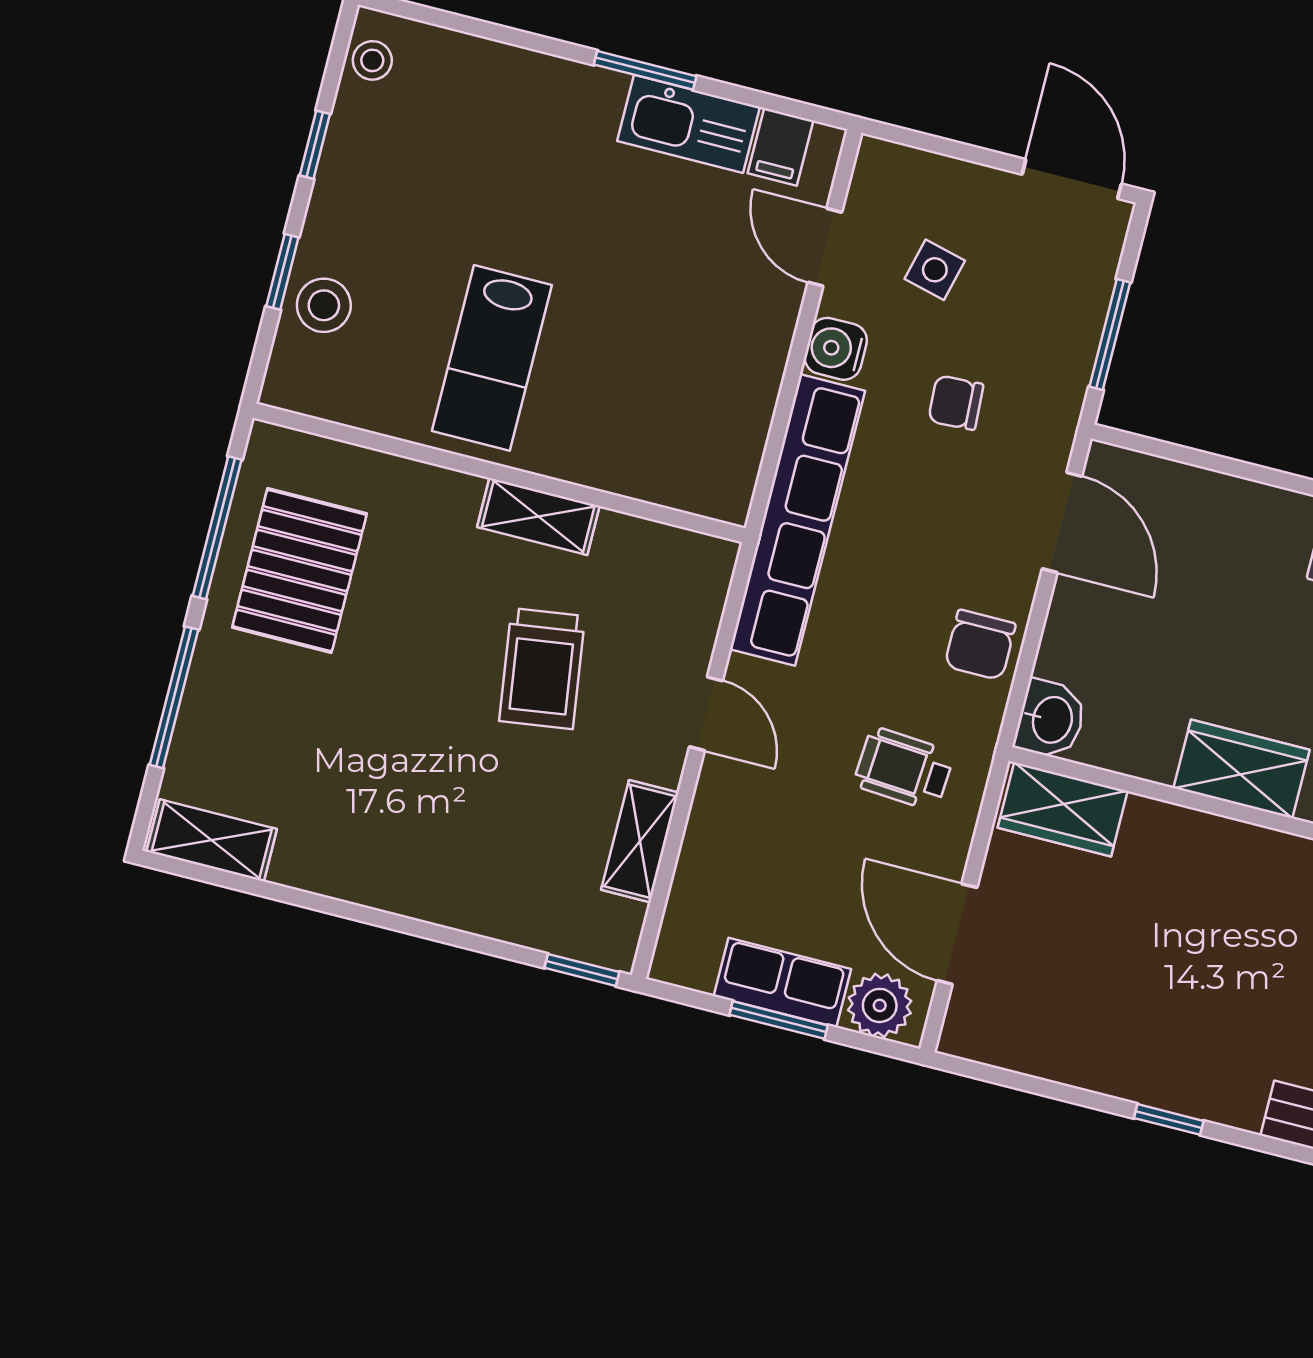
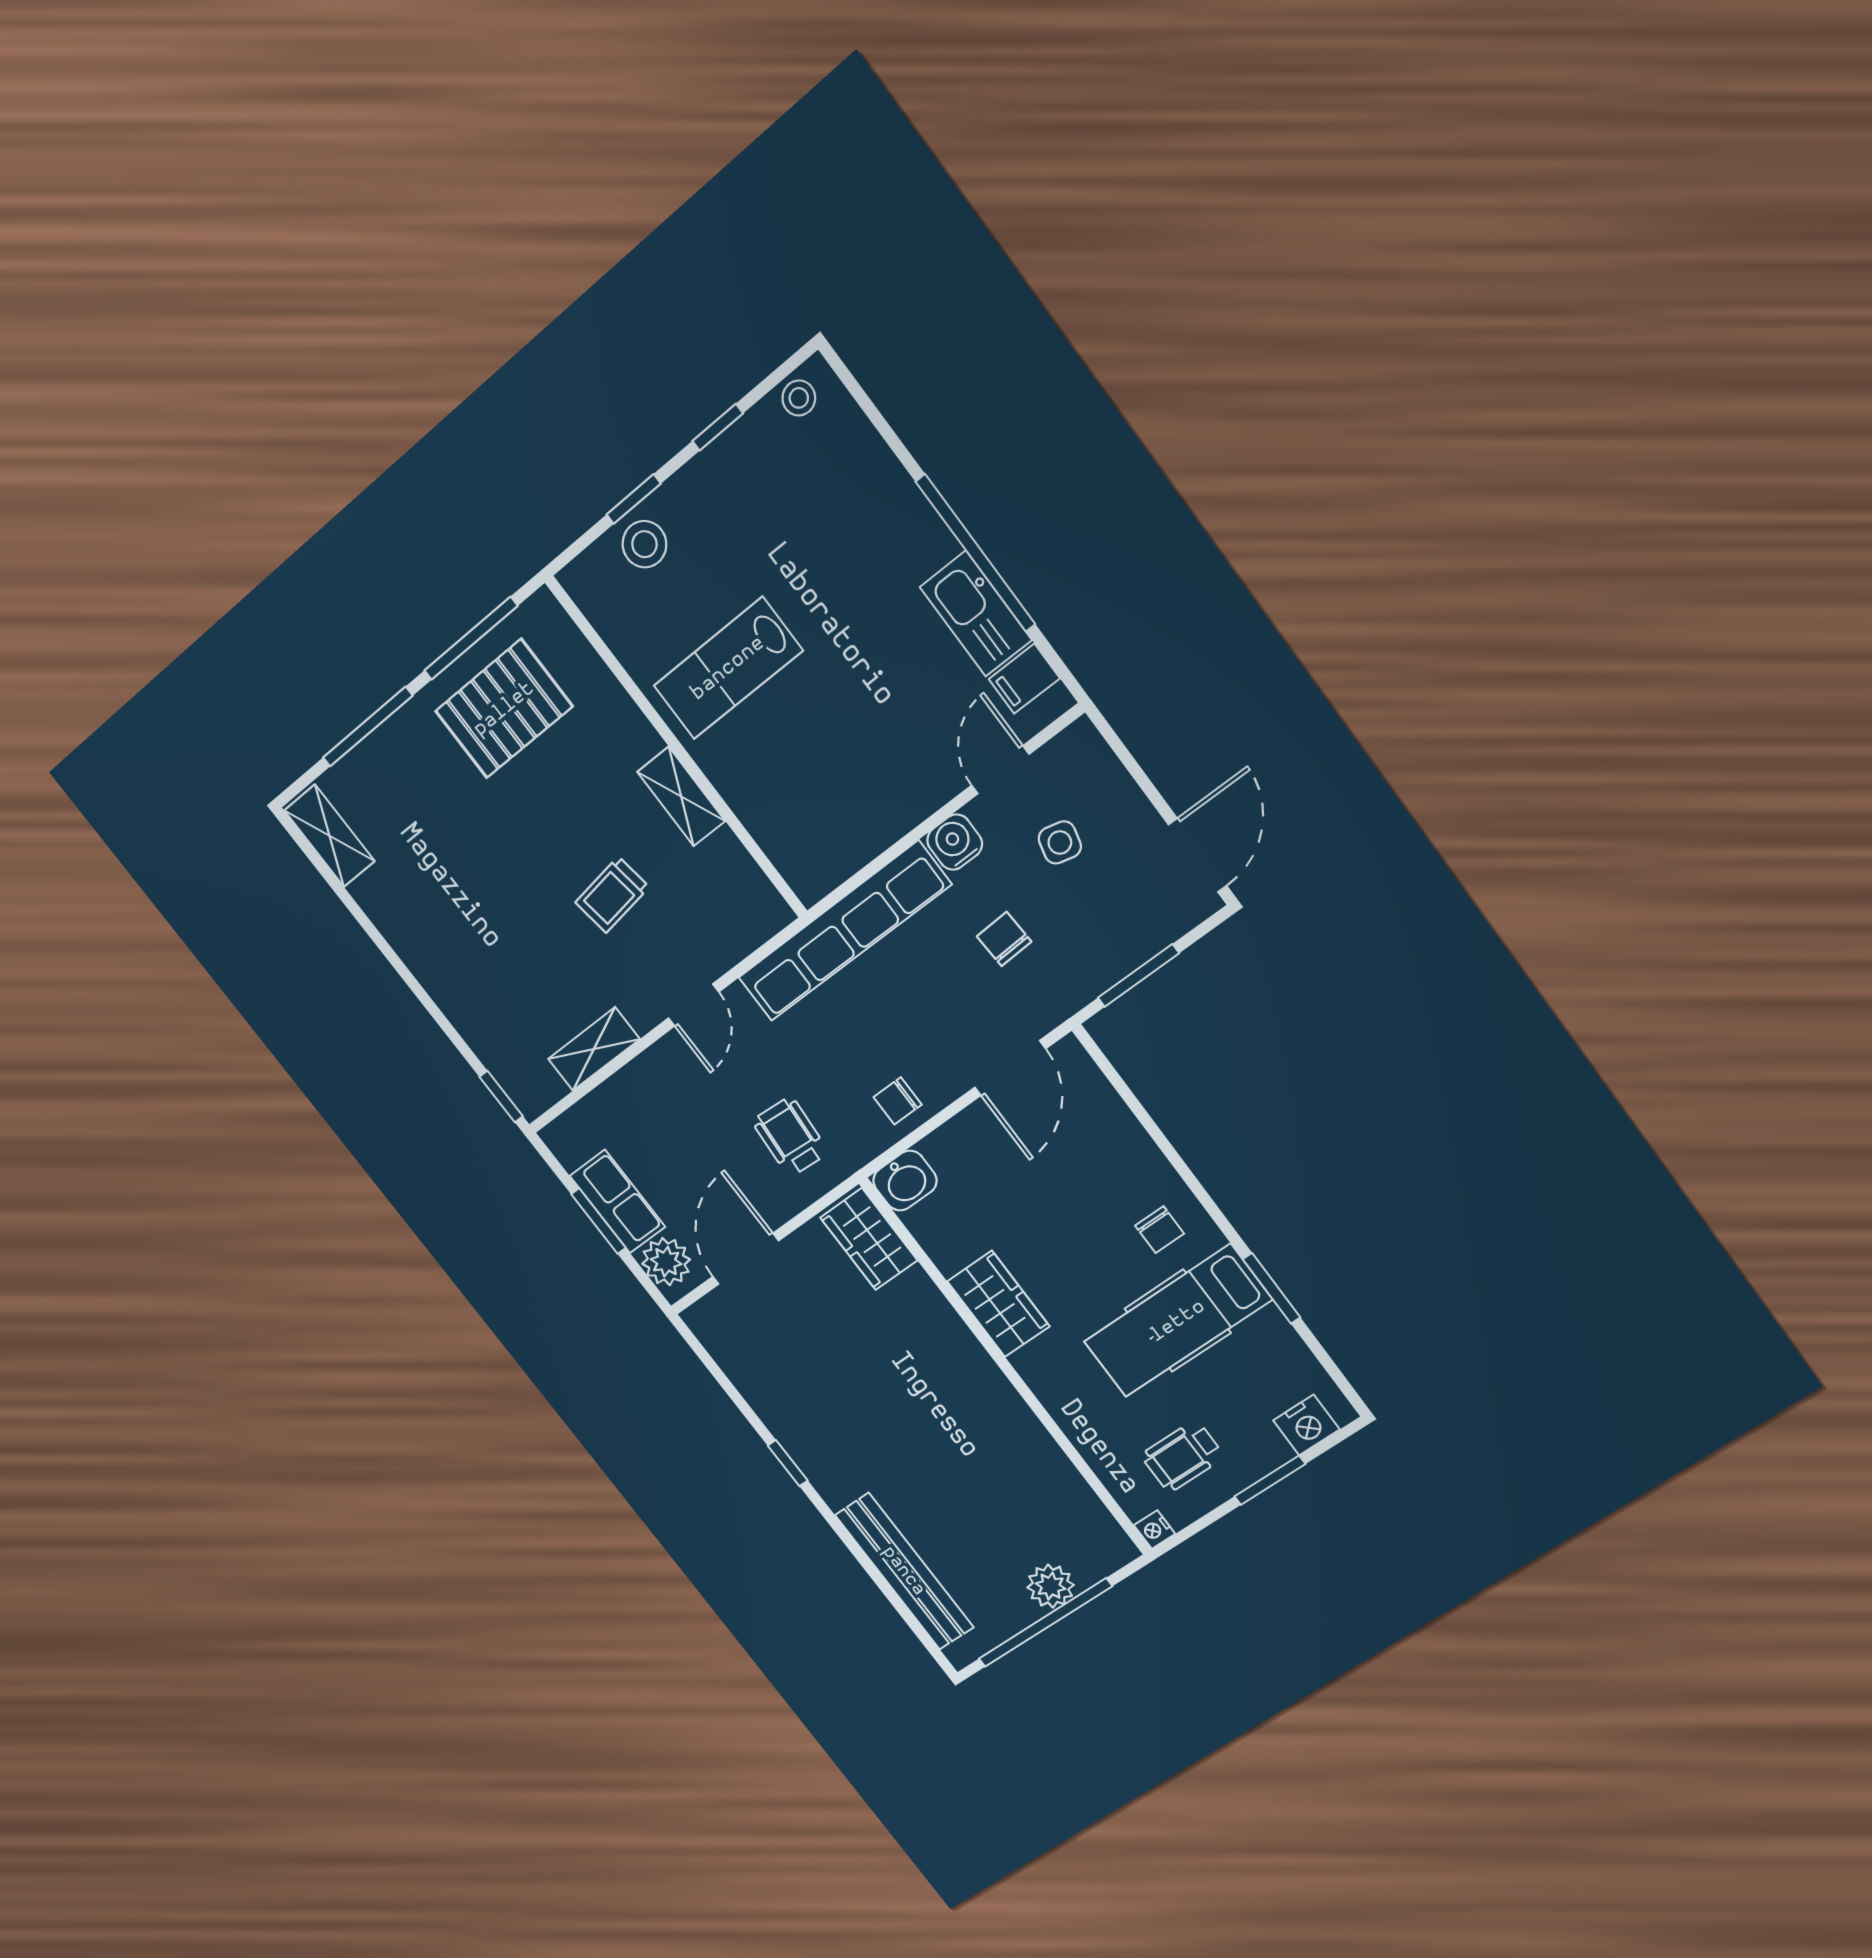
window: (645, 70) -> (975, 553), width x2.11
chair: (980, 645) -> (898, 1101), width x0.73, depth x0.73
trolley: (542, 669) -> (612, 895), width x0.73, depth x0.72

